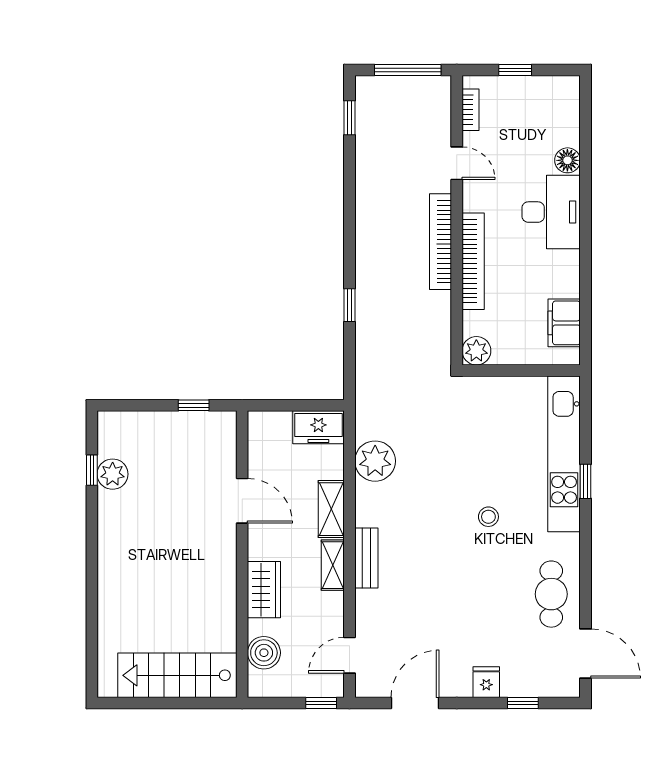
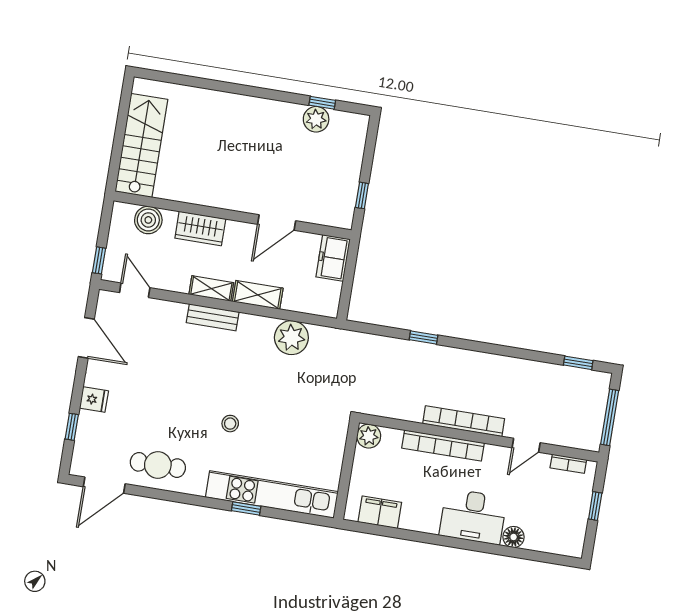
freezer: (318, 427) -> (333, 258), moved

